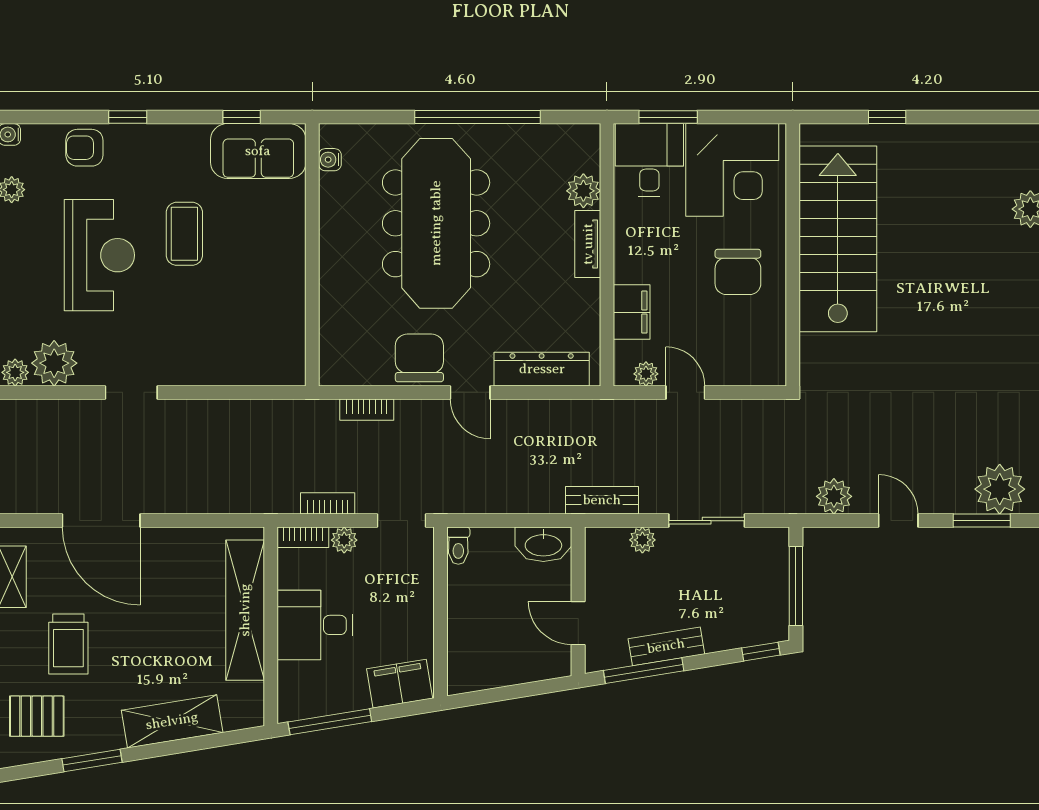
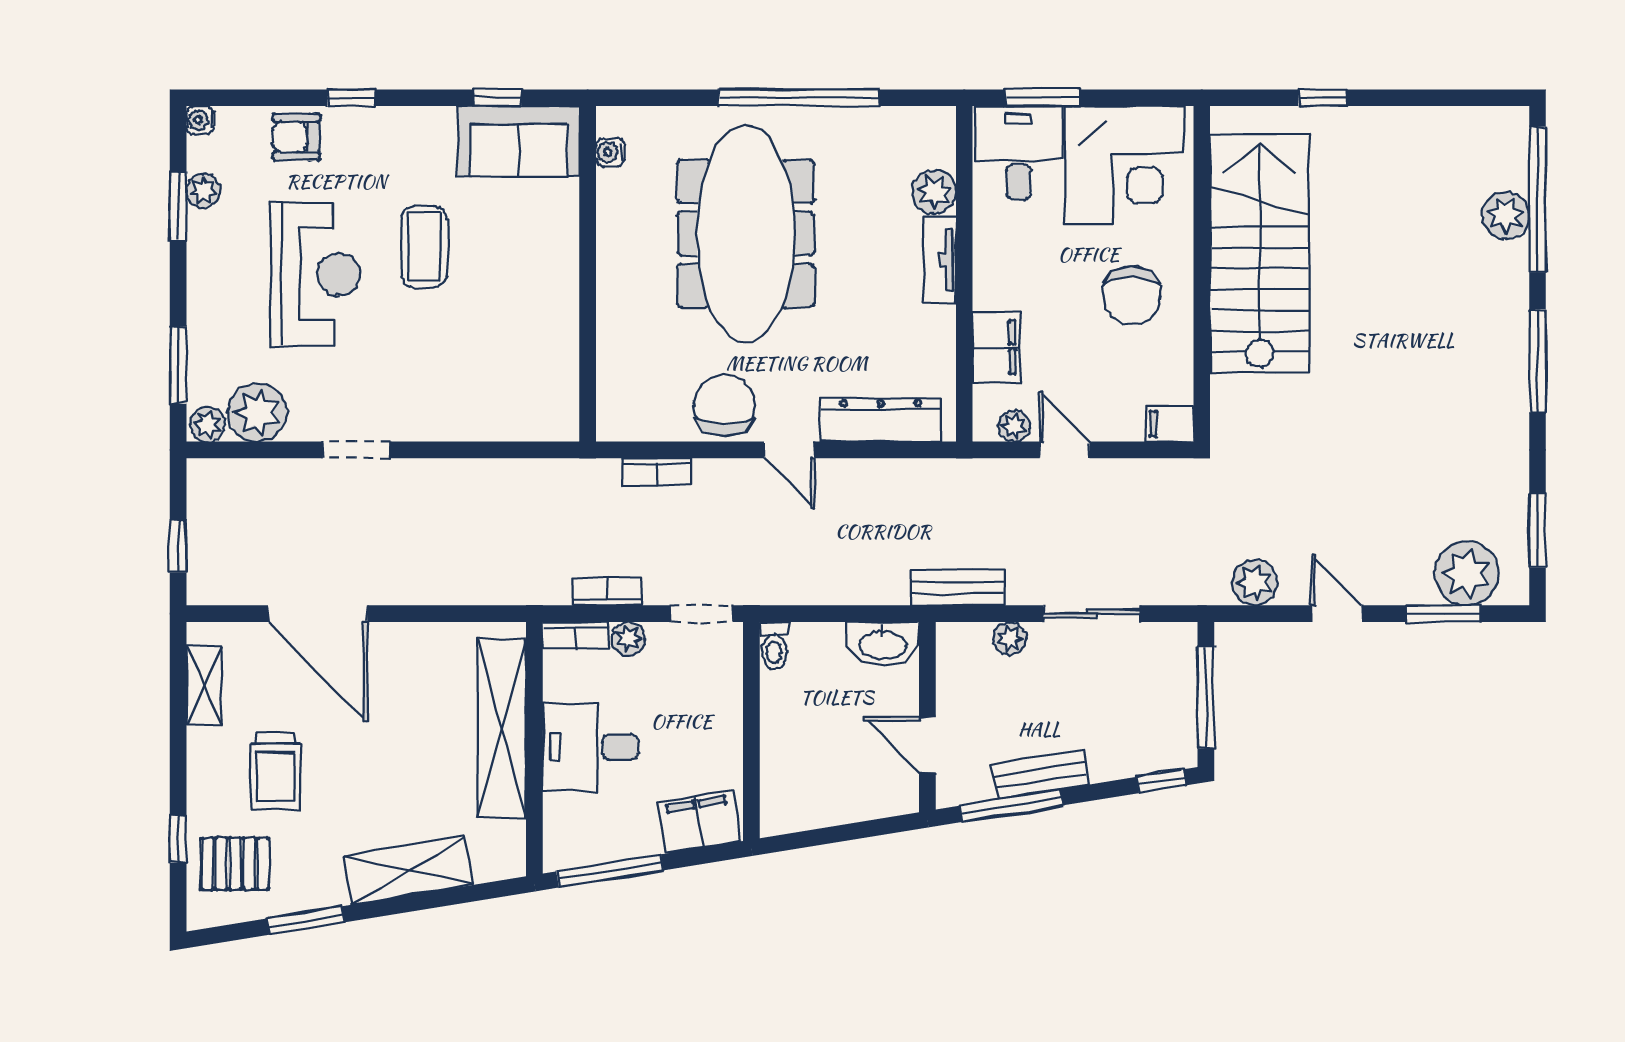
filing cabinet: (768, 372) -> (1170, 424), added

